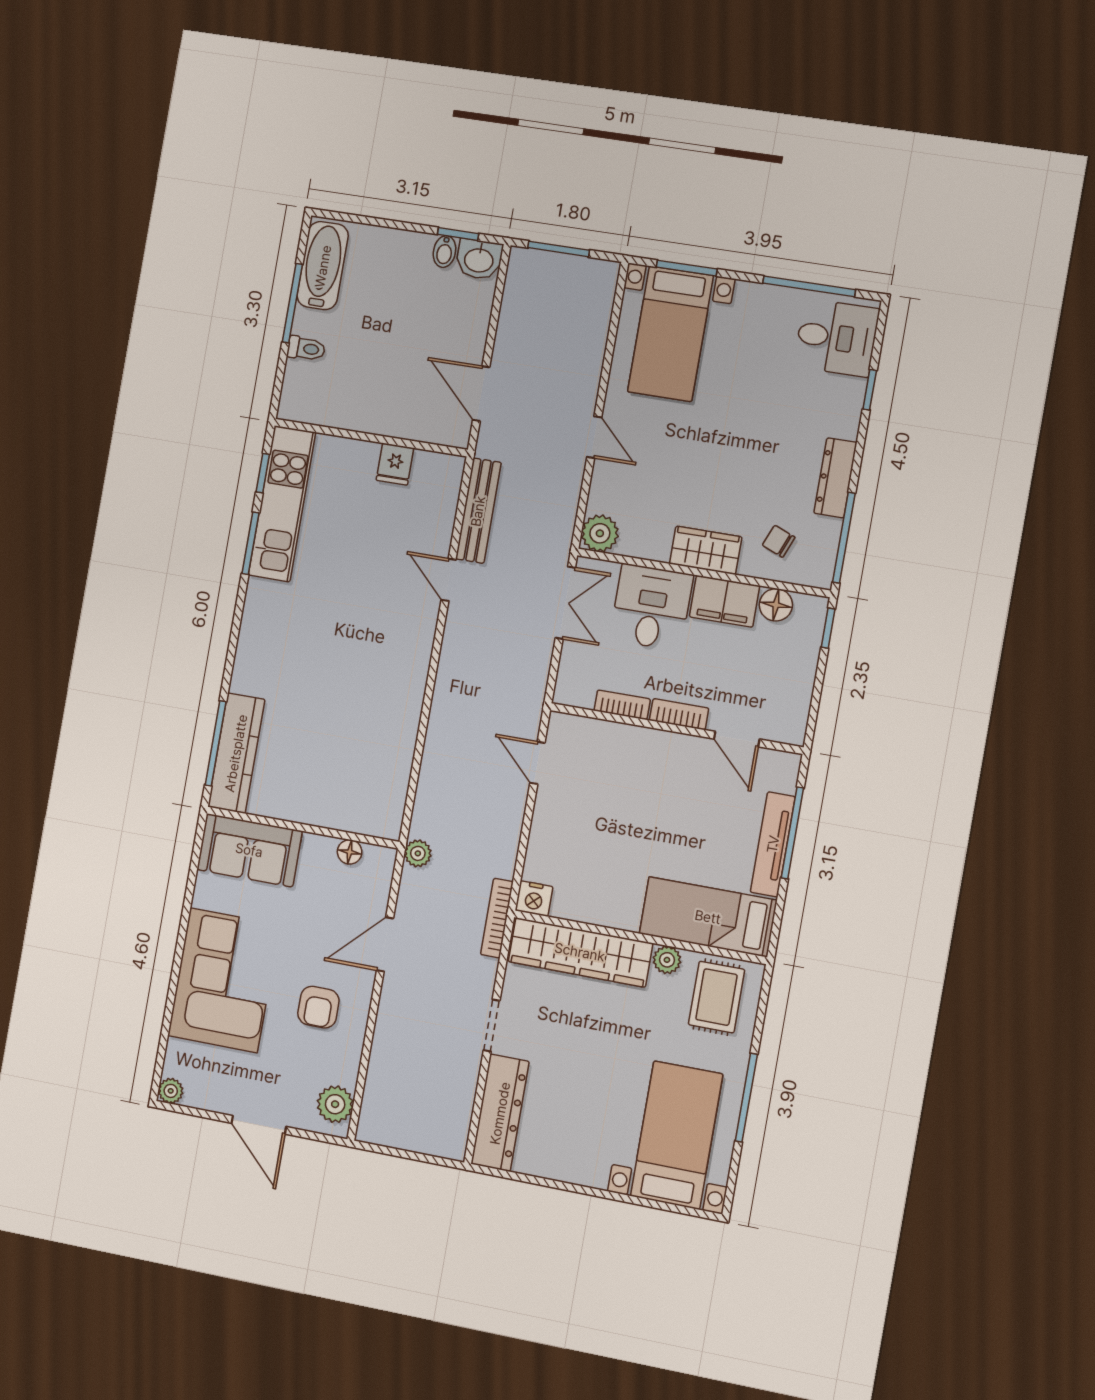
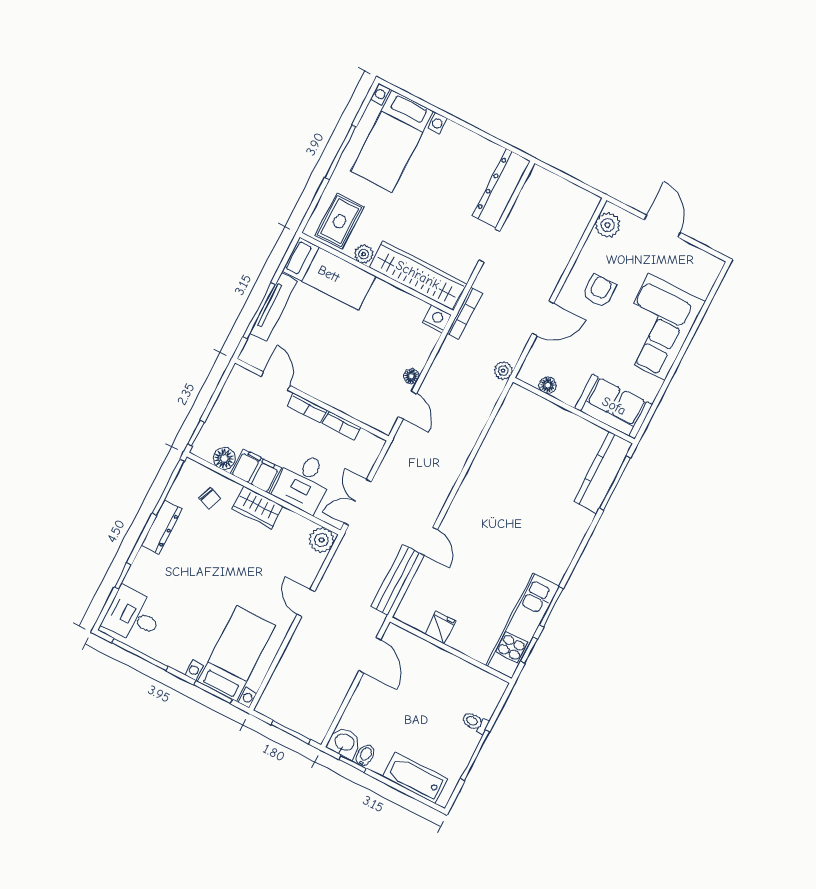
bathtub: (323, 266) -> (415, 778), moved, turned 90
floor lamp: (545, 806) -> (411, 376), added
plant: (171, 1091) -> (714, 265), removed

